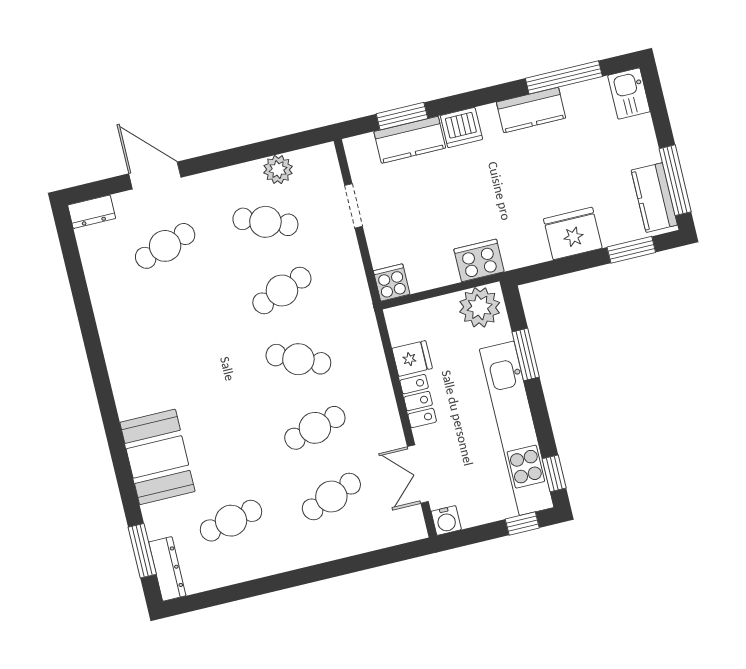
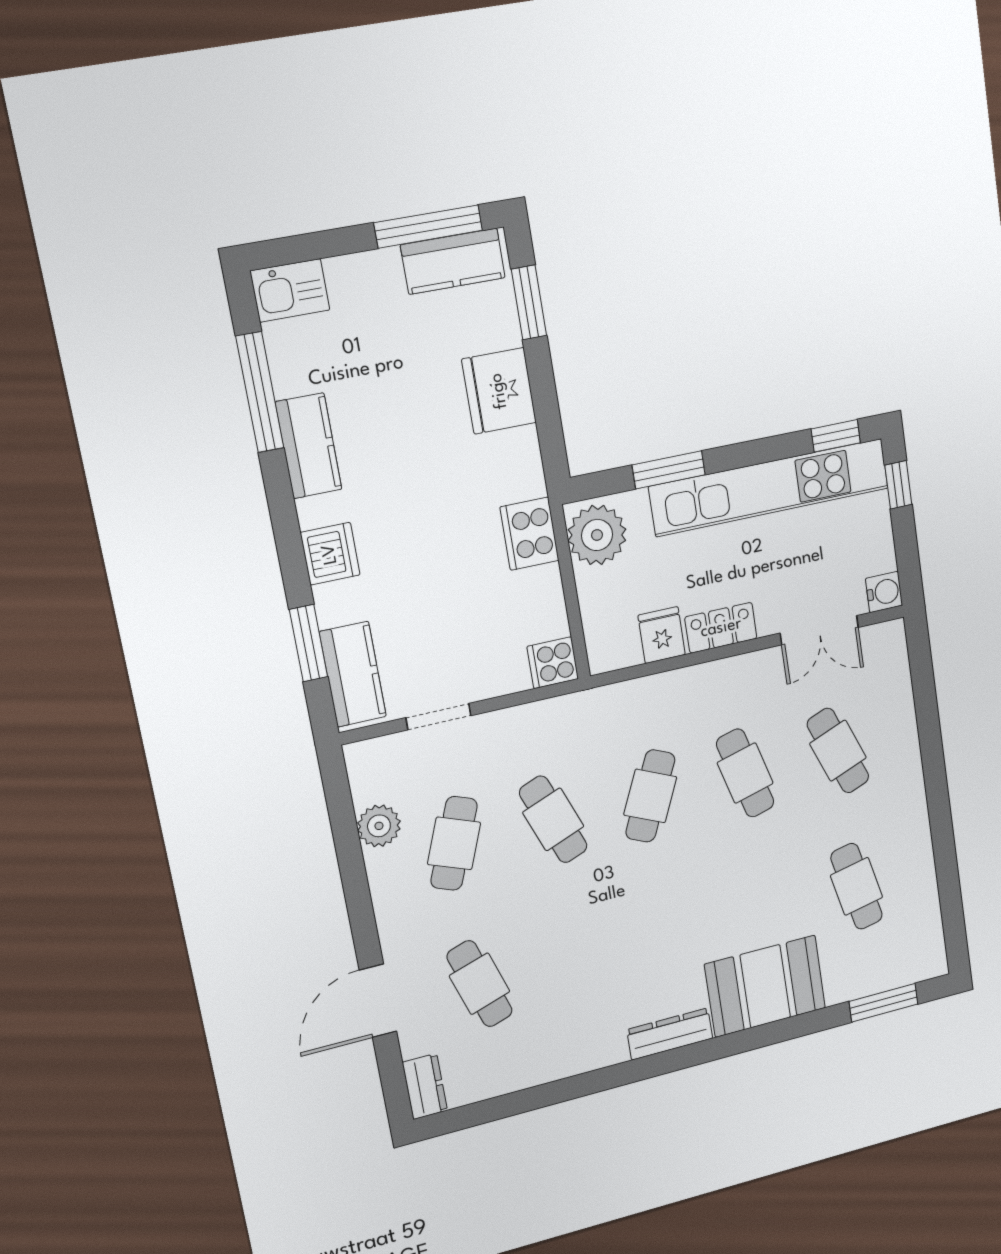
kitchen counter: (410, 140) -> (353, 674), moved
dresser: (167, 569) -> (670, 1034), moved

